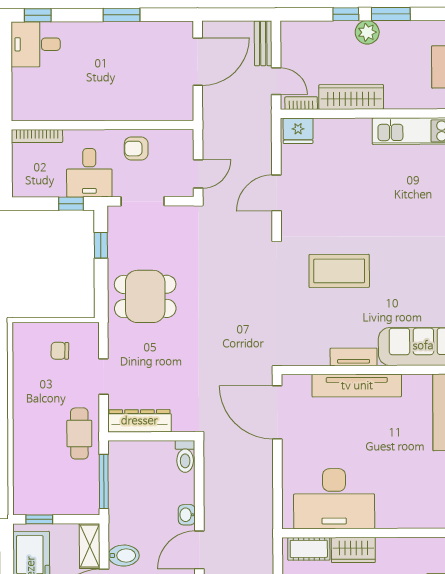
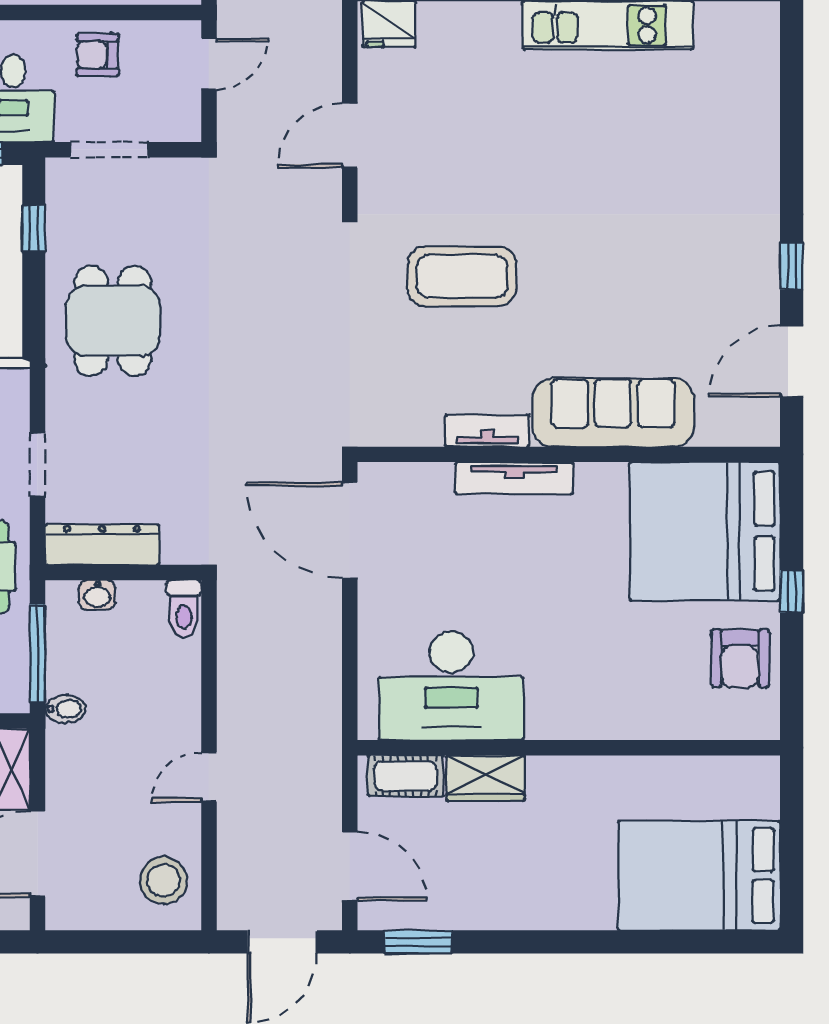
door: (198, 174) -> (209, 64), moved
dining table: (145, 296) -> (113, 321), turned 90
tv unit: (357, 386) -> (514, 478), width x0.73, depth x0.78
washbasin: (187, 515) -> (97, 595), moved, turned -90
door: (199, 550) -> (209, 777), width x0.73
bidet: (124, 556) -> (65, 709), moved, width x0.72, depth x0.74

